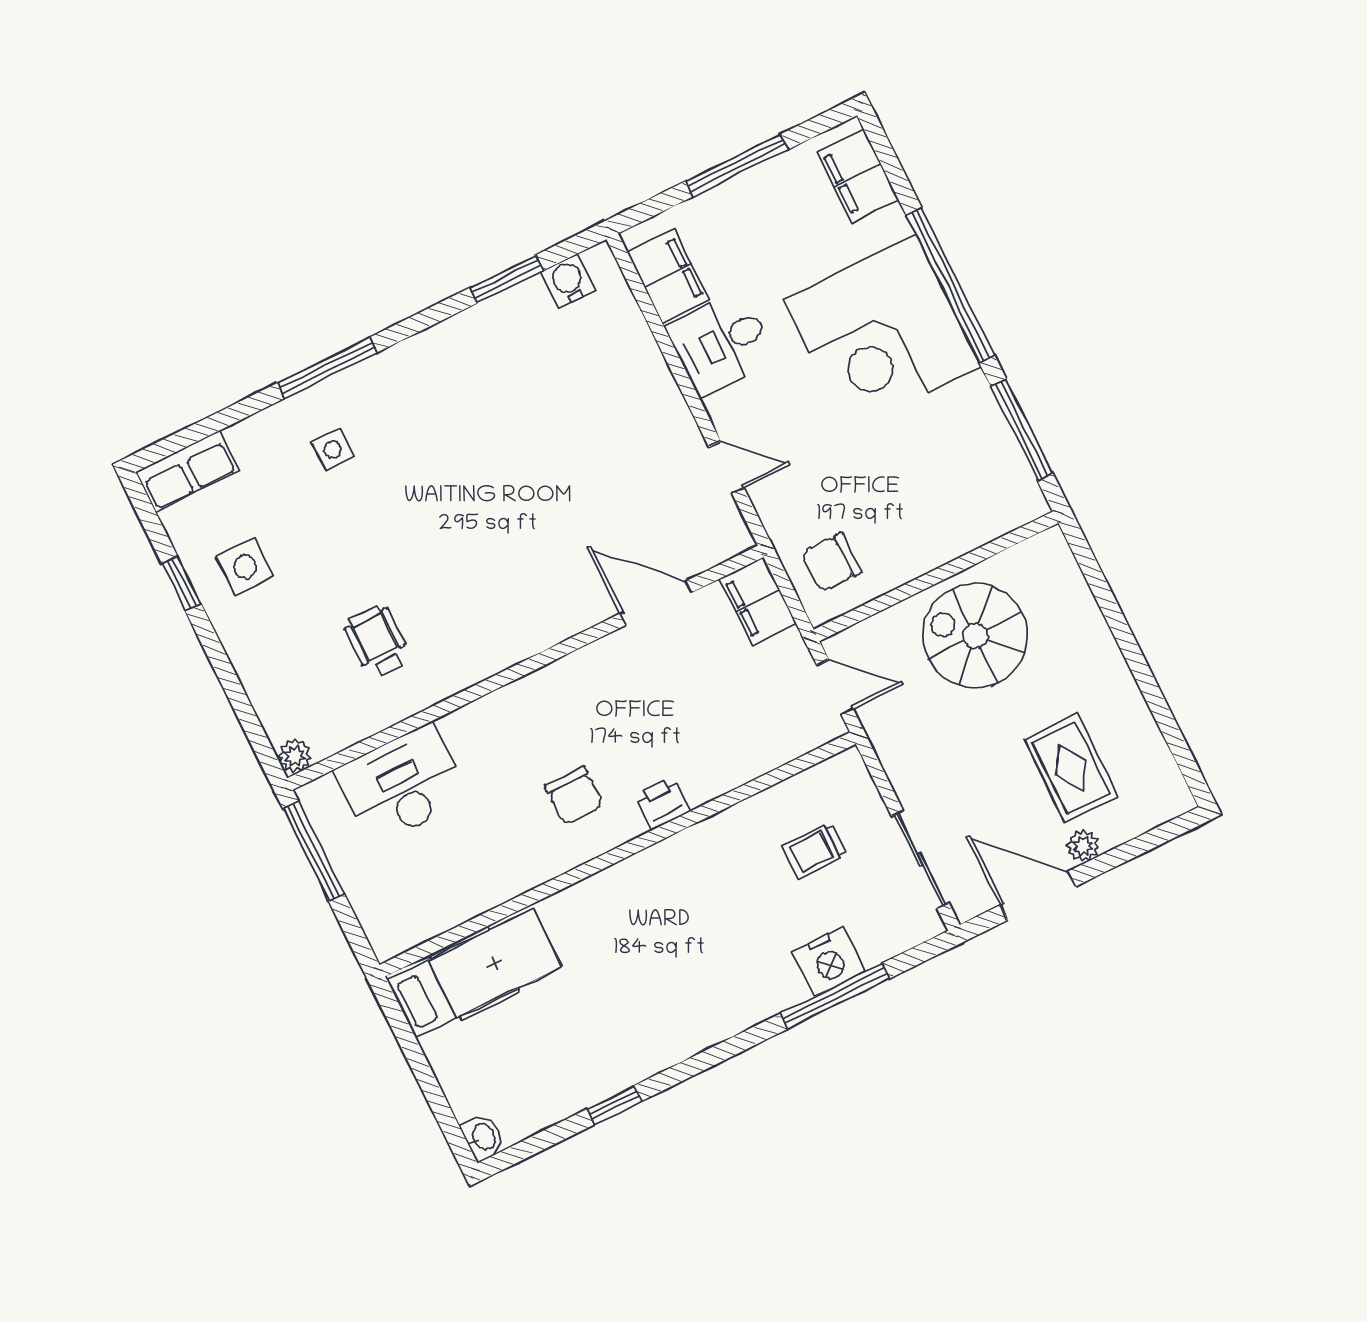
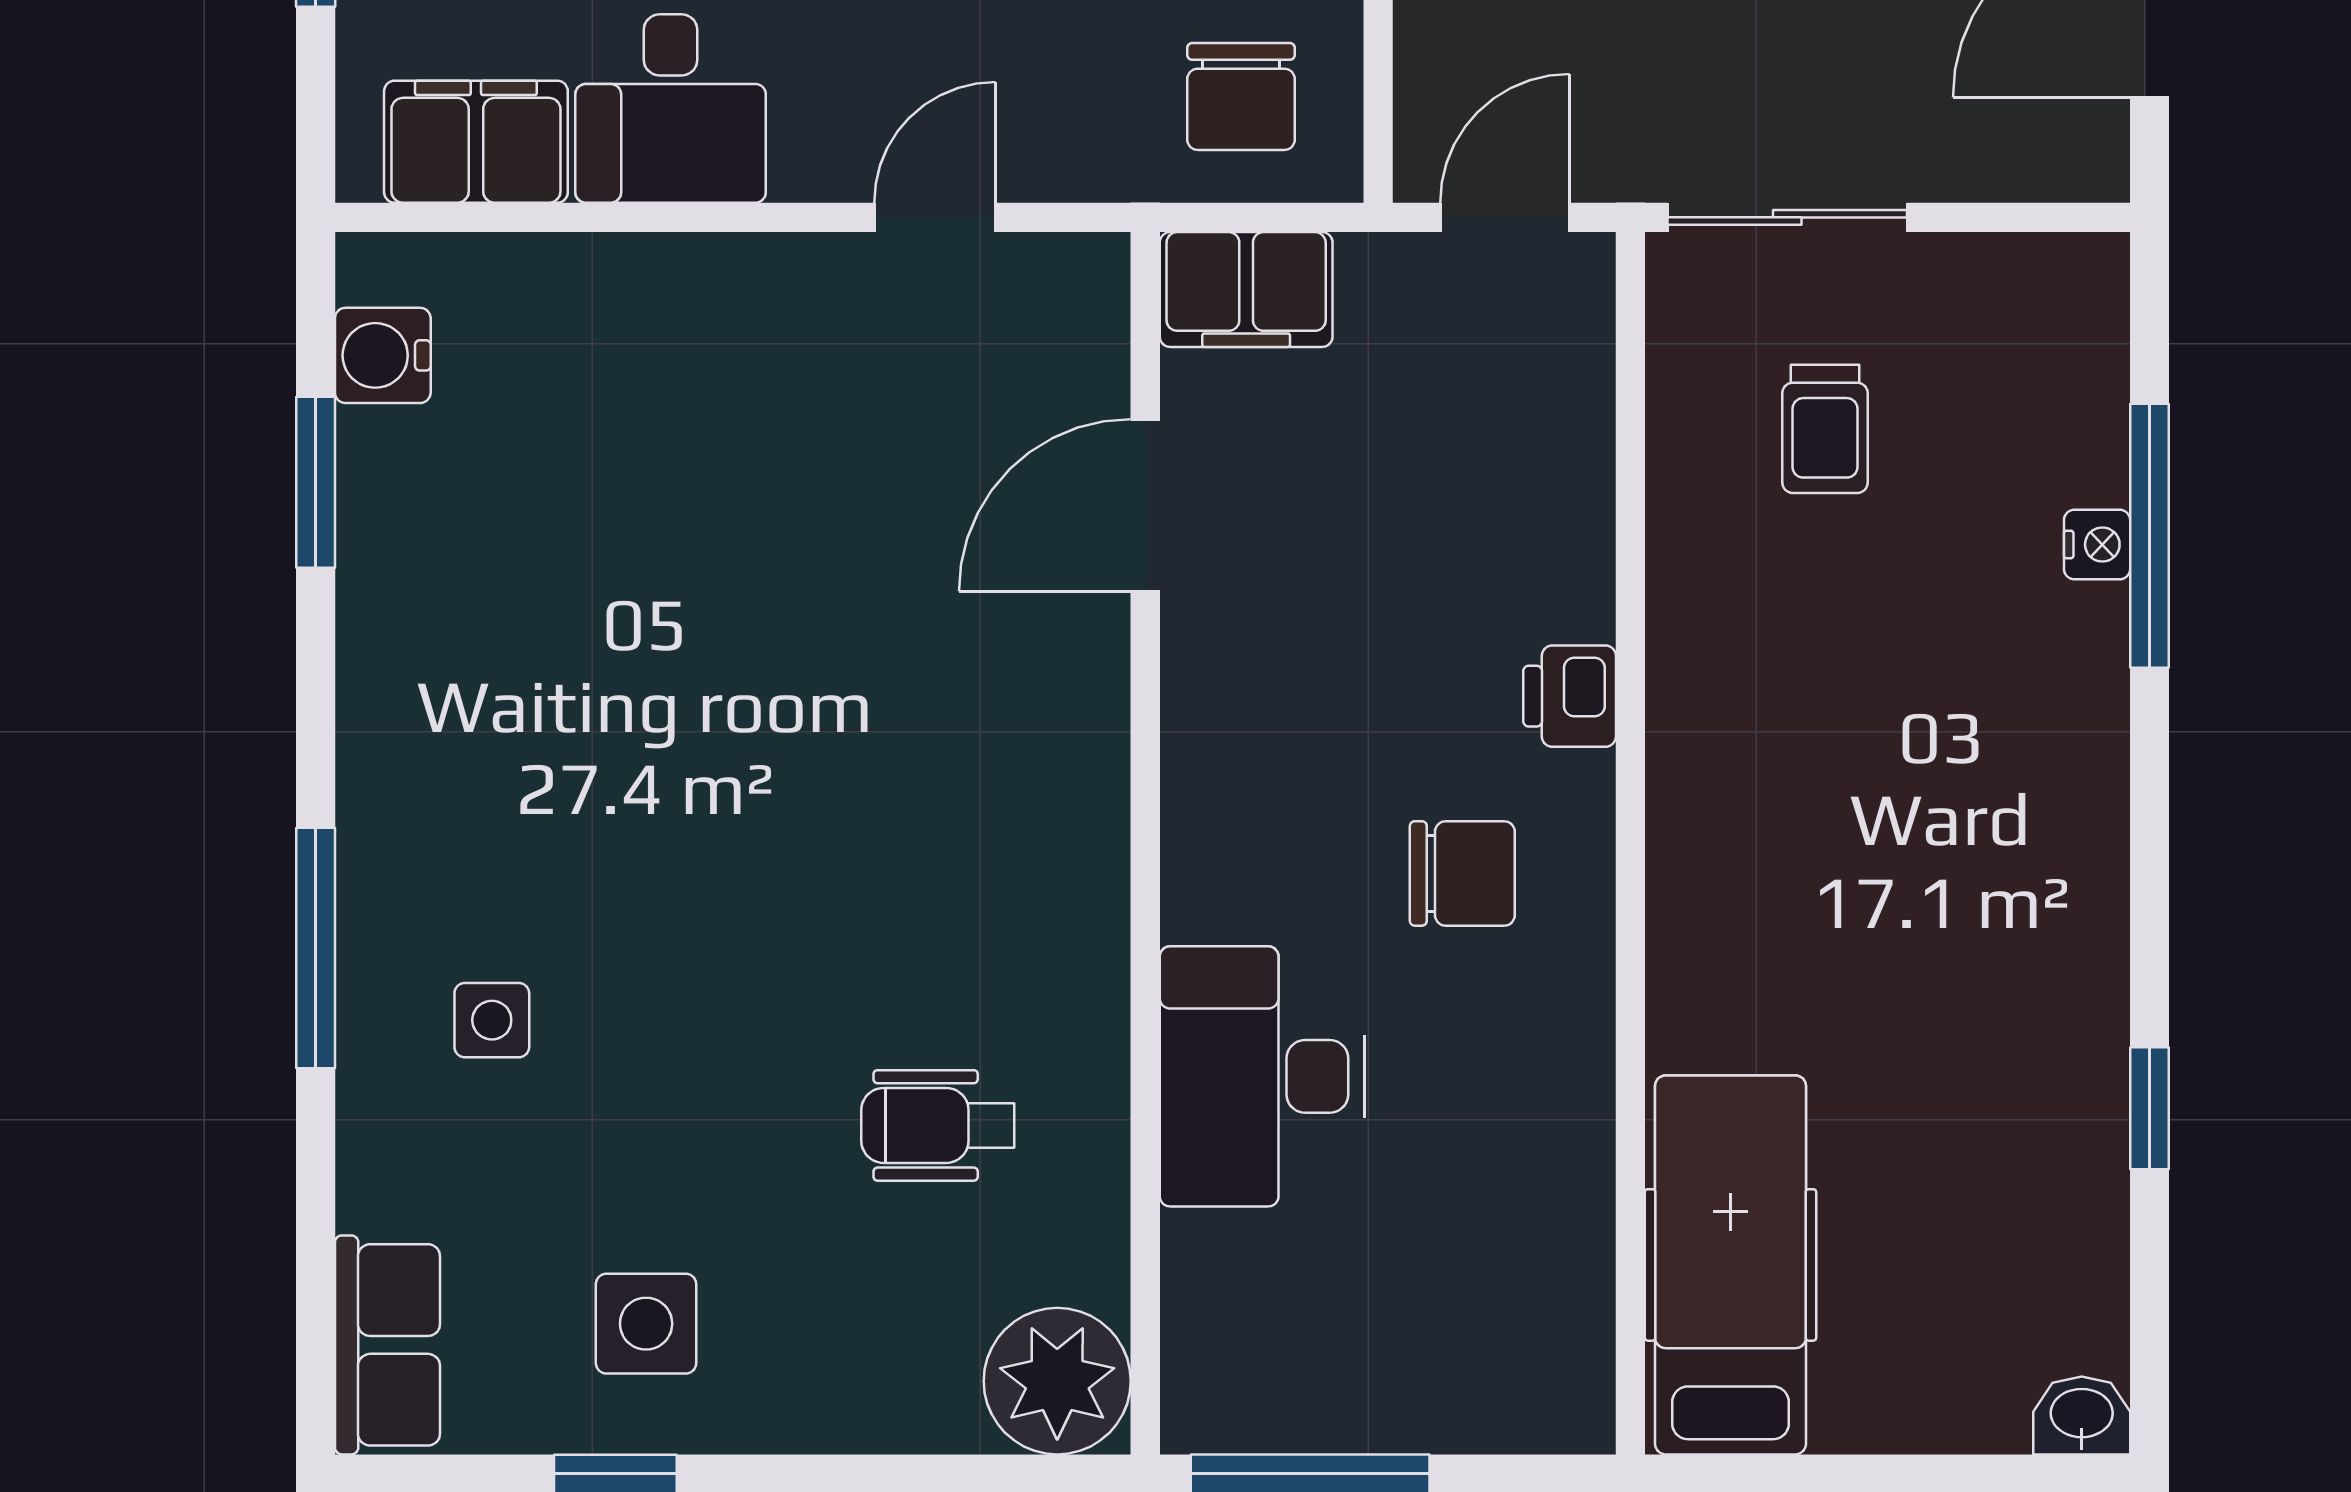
plant: (295, 756) -> (1057, 1381), width x1.88, depth x1.88
desk: (402, 785) -> (1262, 1076), moved
sliding door: (920, 860) -> (1787, 217), moved
nightstand: (829, 961) -> (2097, 545), width x0.53, depth x0.56

